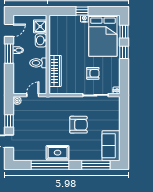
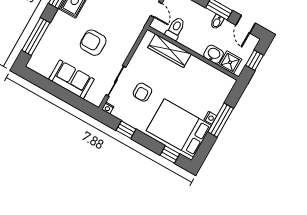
window: (30, 11) -> (254, 60), added
window: (82, 11) -> (221, 120), width x2.17
window: (124, 52) -> (126, 130), moved
toilet: (38, 63) -> (175, 29), moved
armchair: (79, 125) -> (93, 43), turned 90
sofa: (111, 146) -> (71, 79), moved

